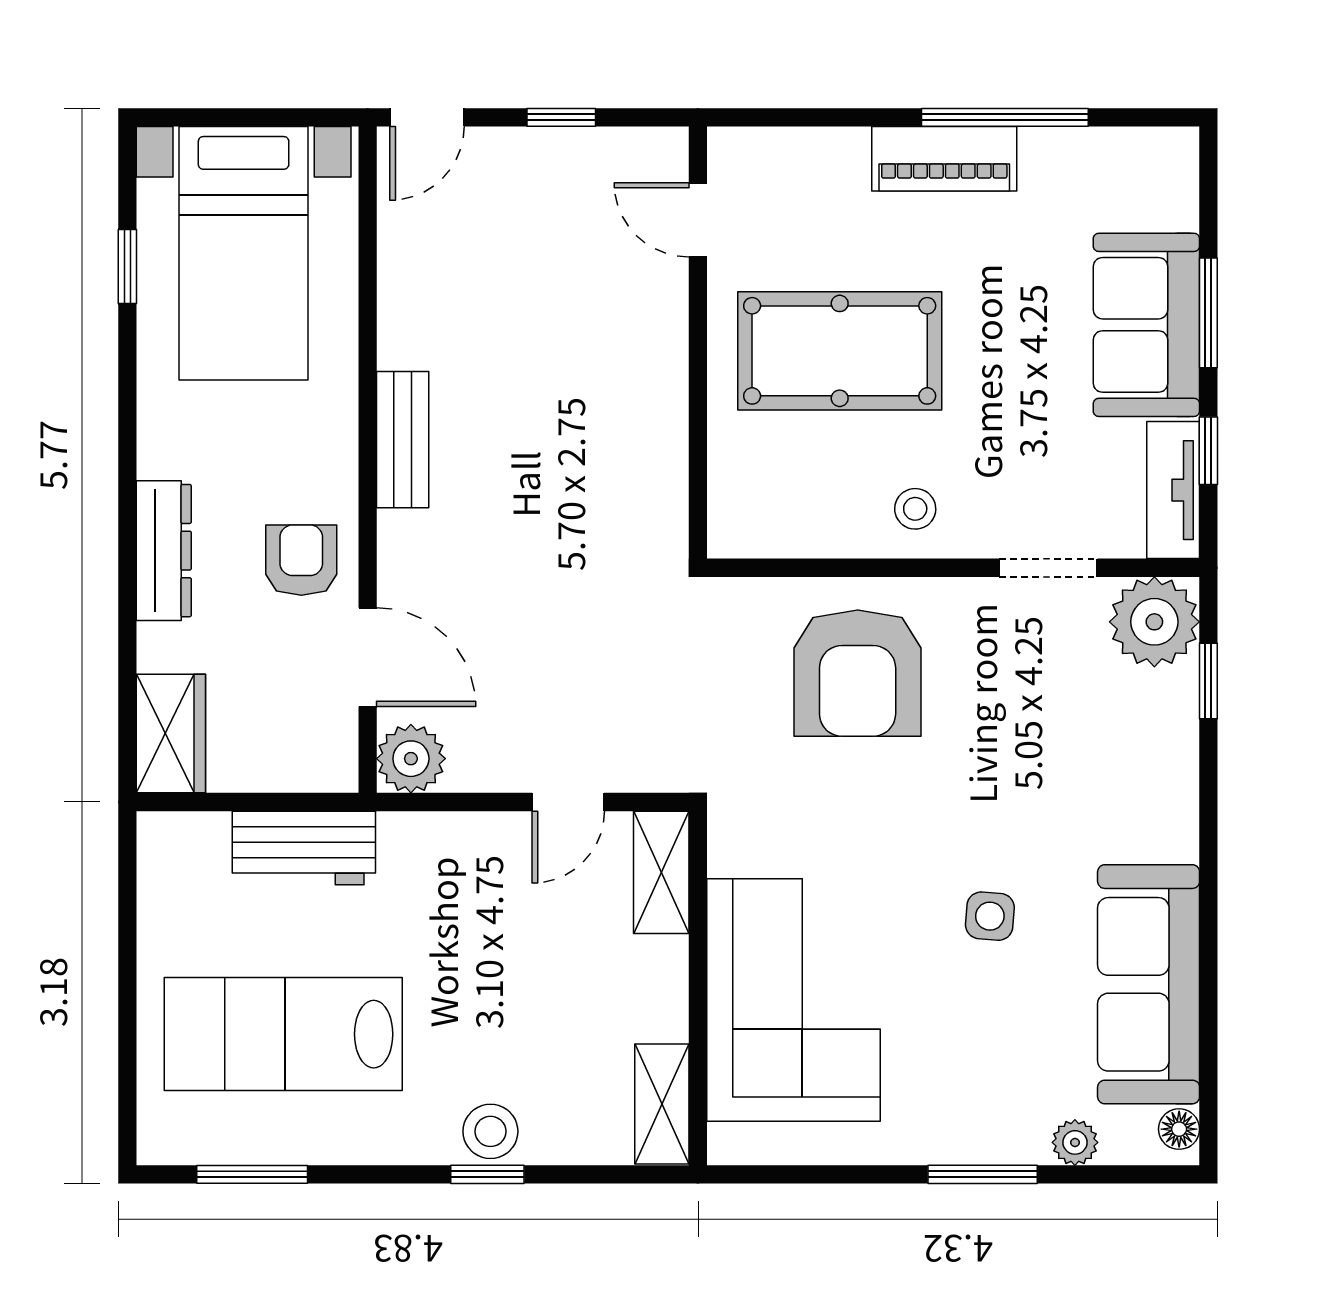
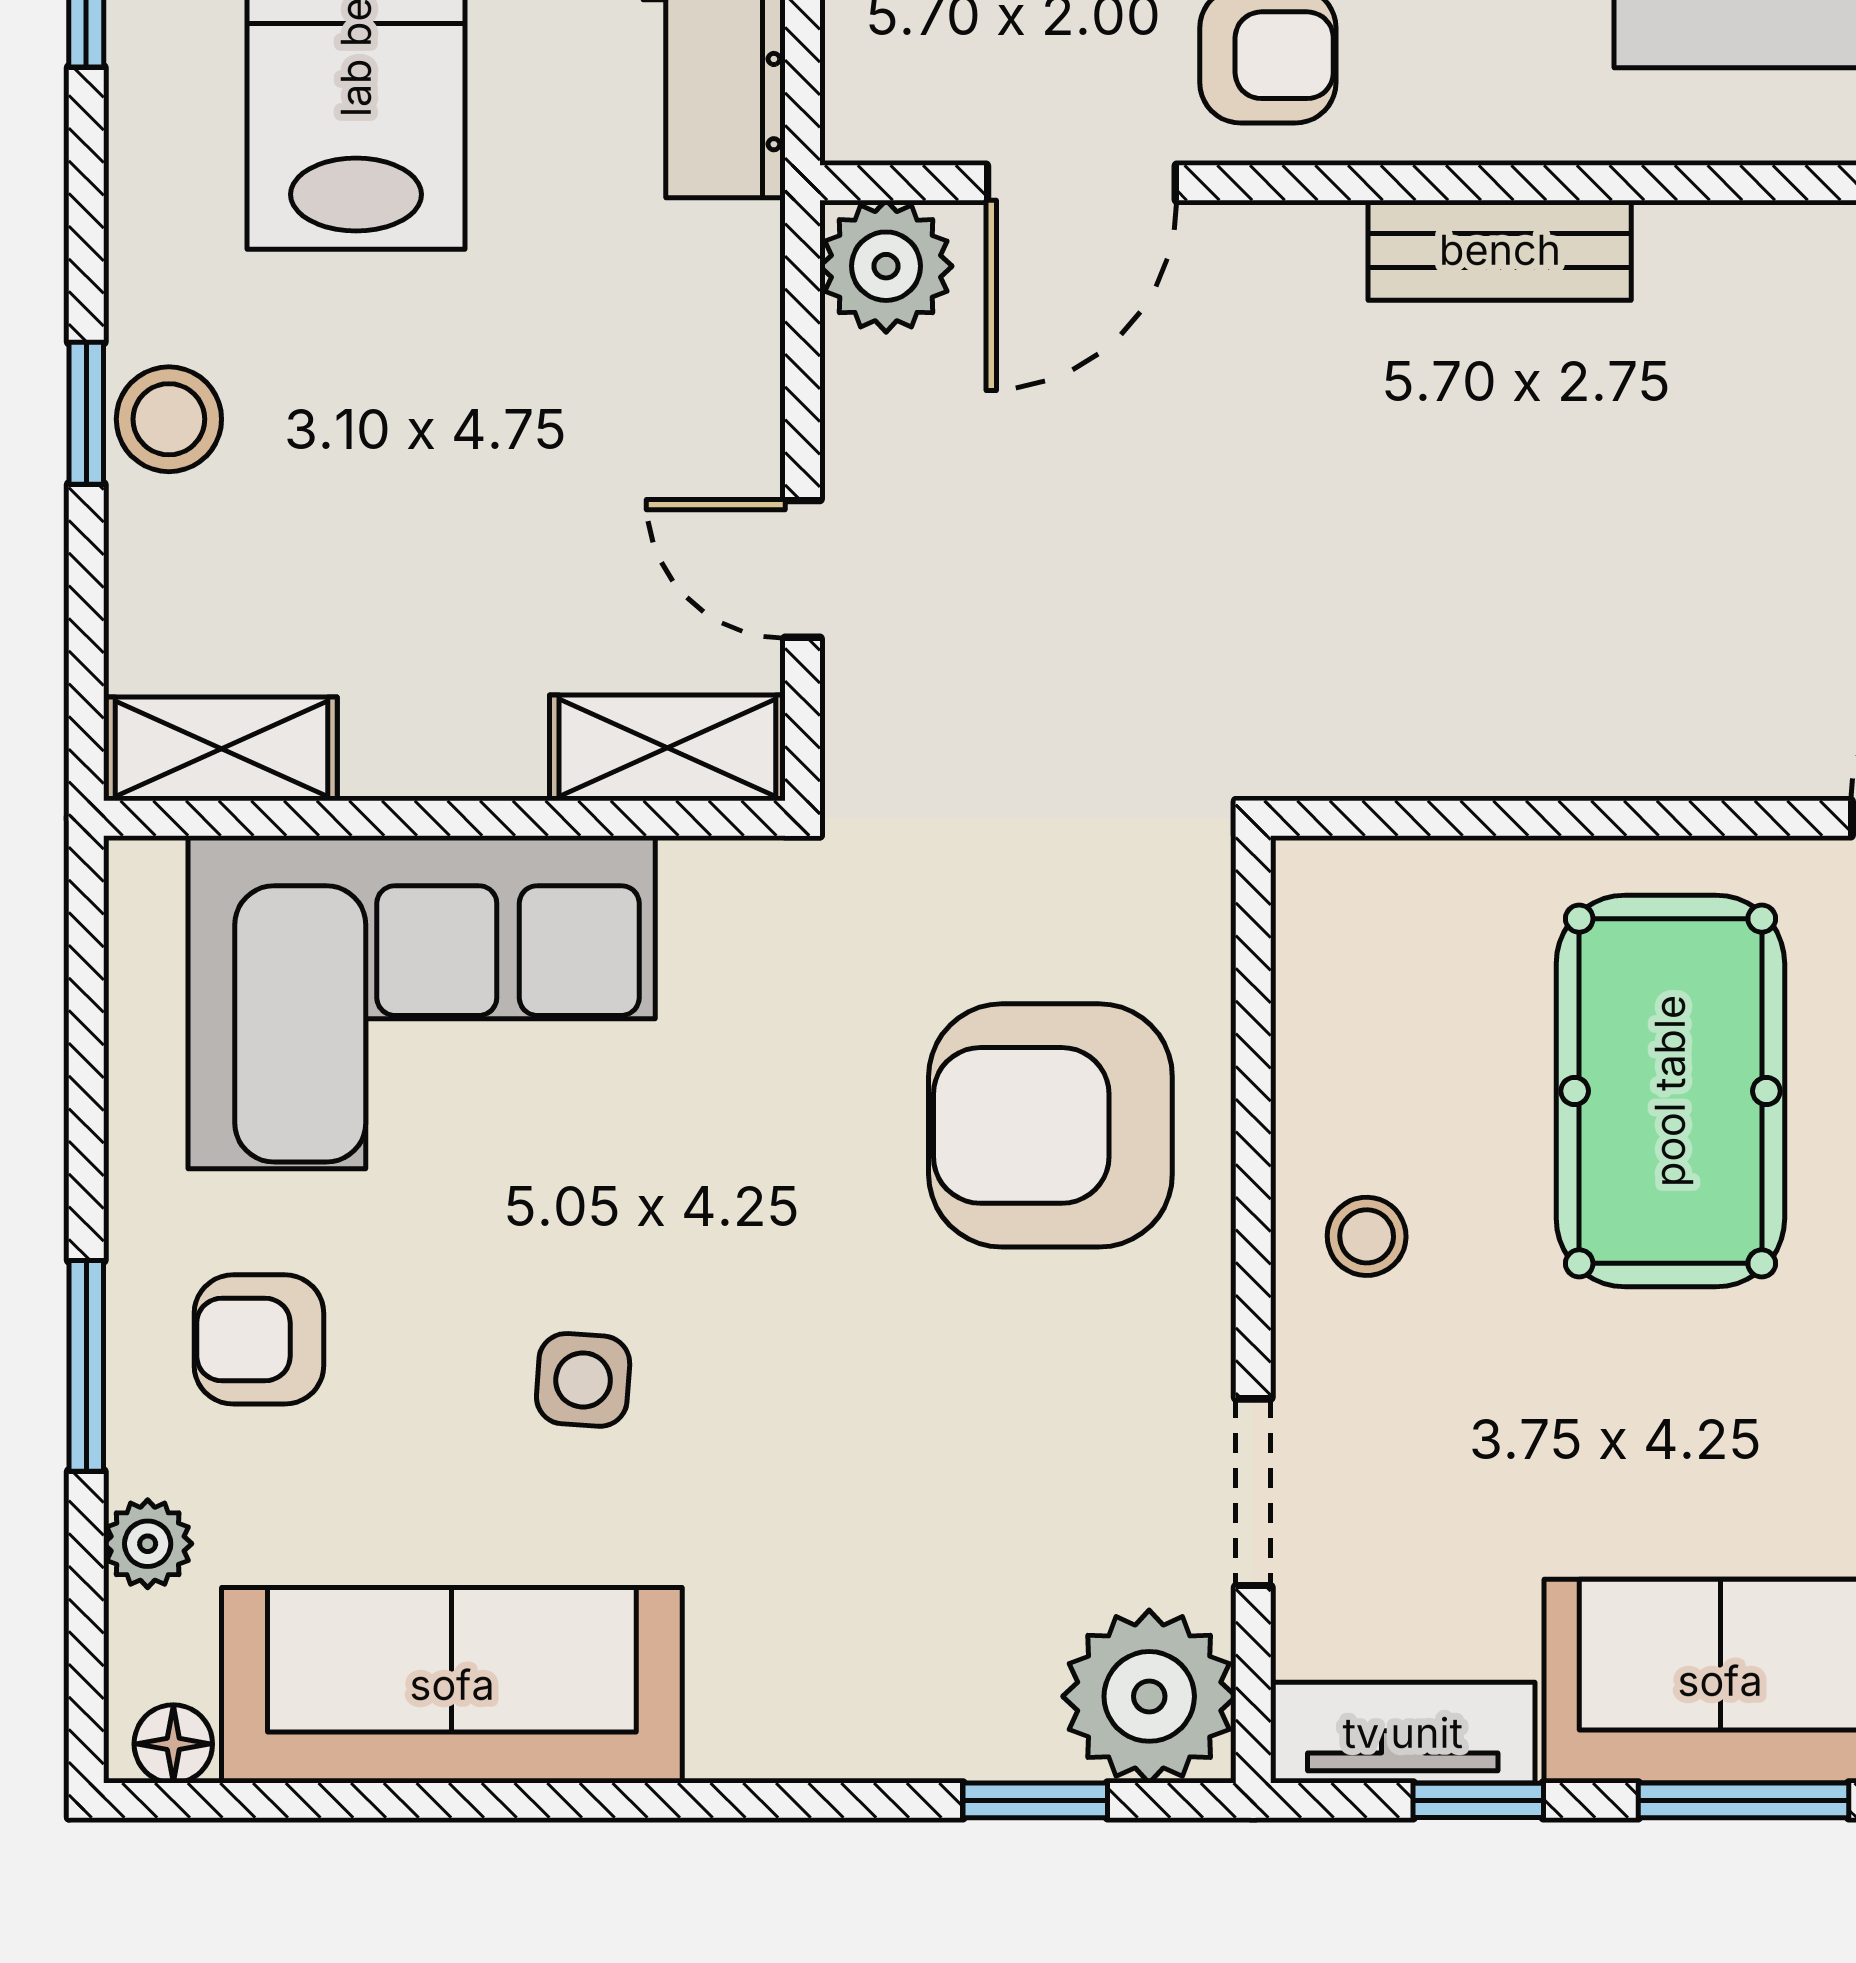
armchair: (969, 1085) -> (259, 1339), added

